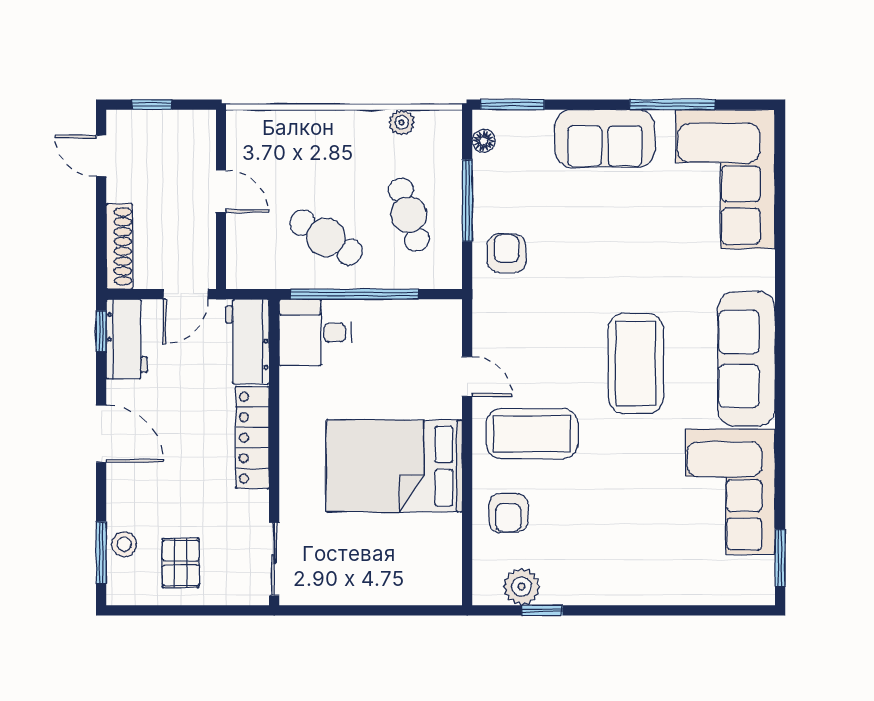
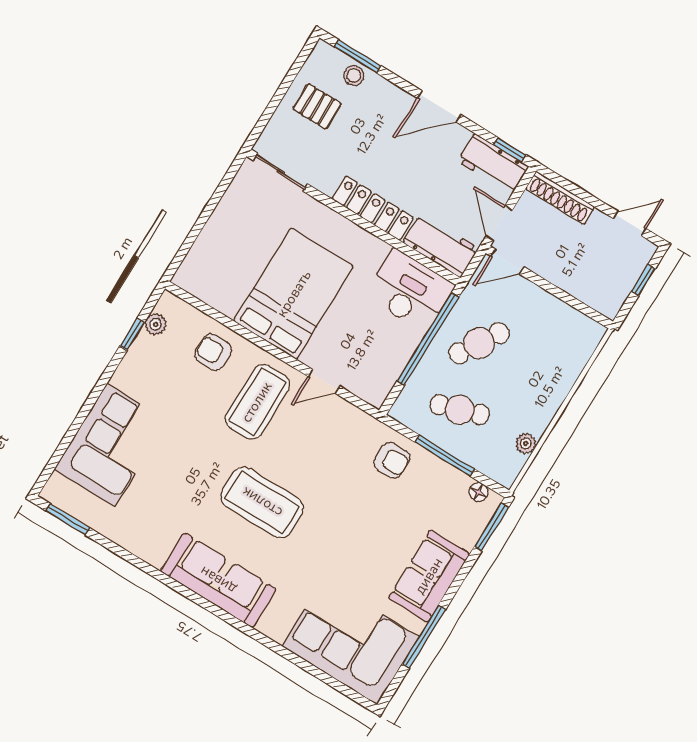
door: (221, 191) -> (507, 261), moved
desk: (315, 333) -> (410, 290), width x1.37
corner sofa: (730, 492) -> (111, 445), moved, turned 90
plant: (522, 587) -> (156, 324), width x0.73, depth x0.73

